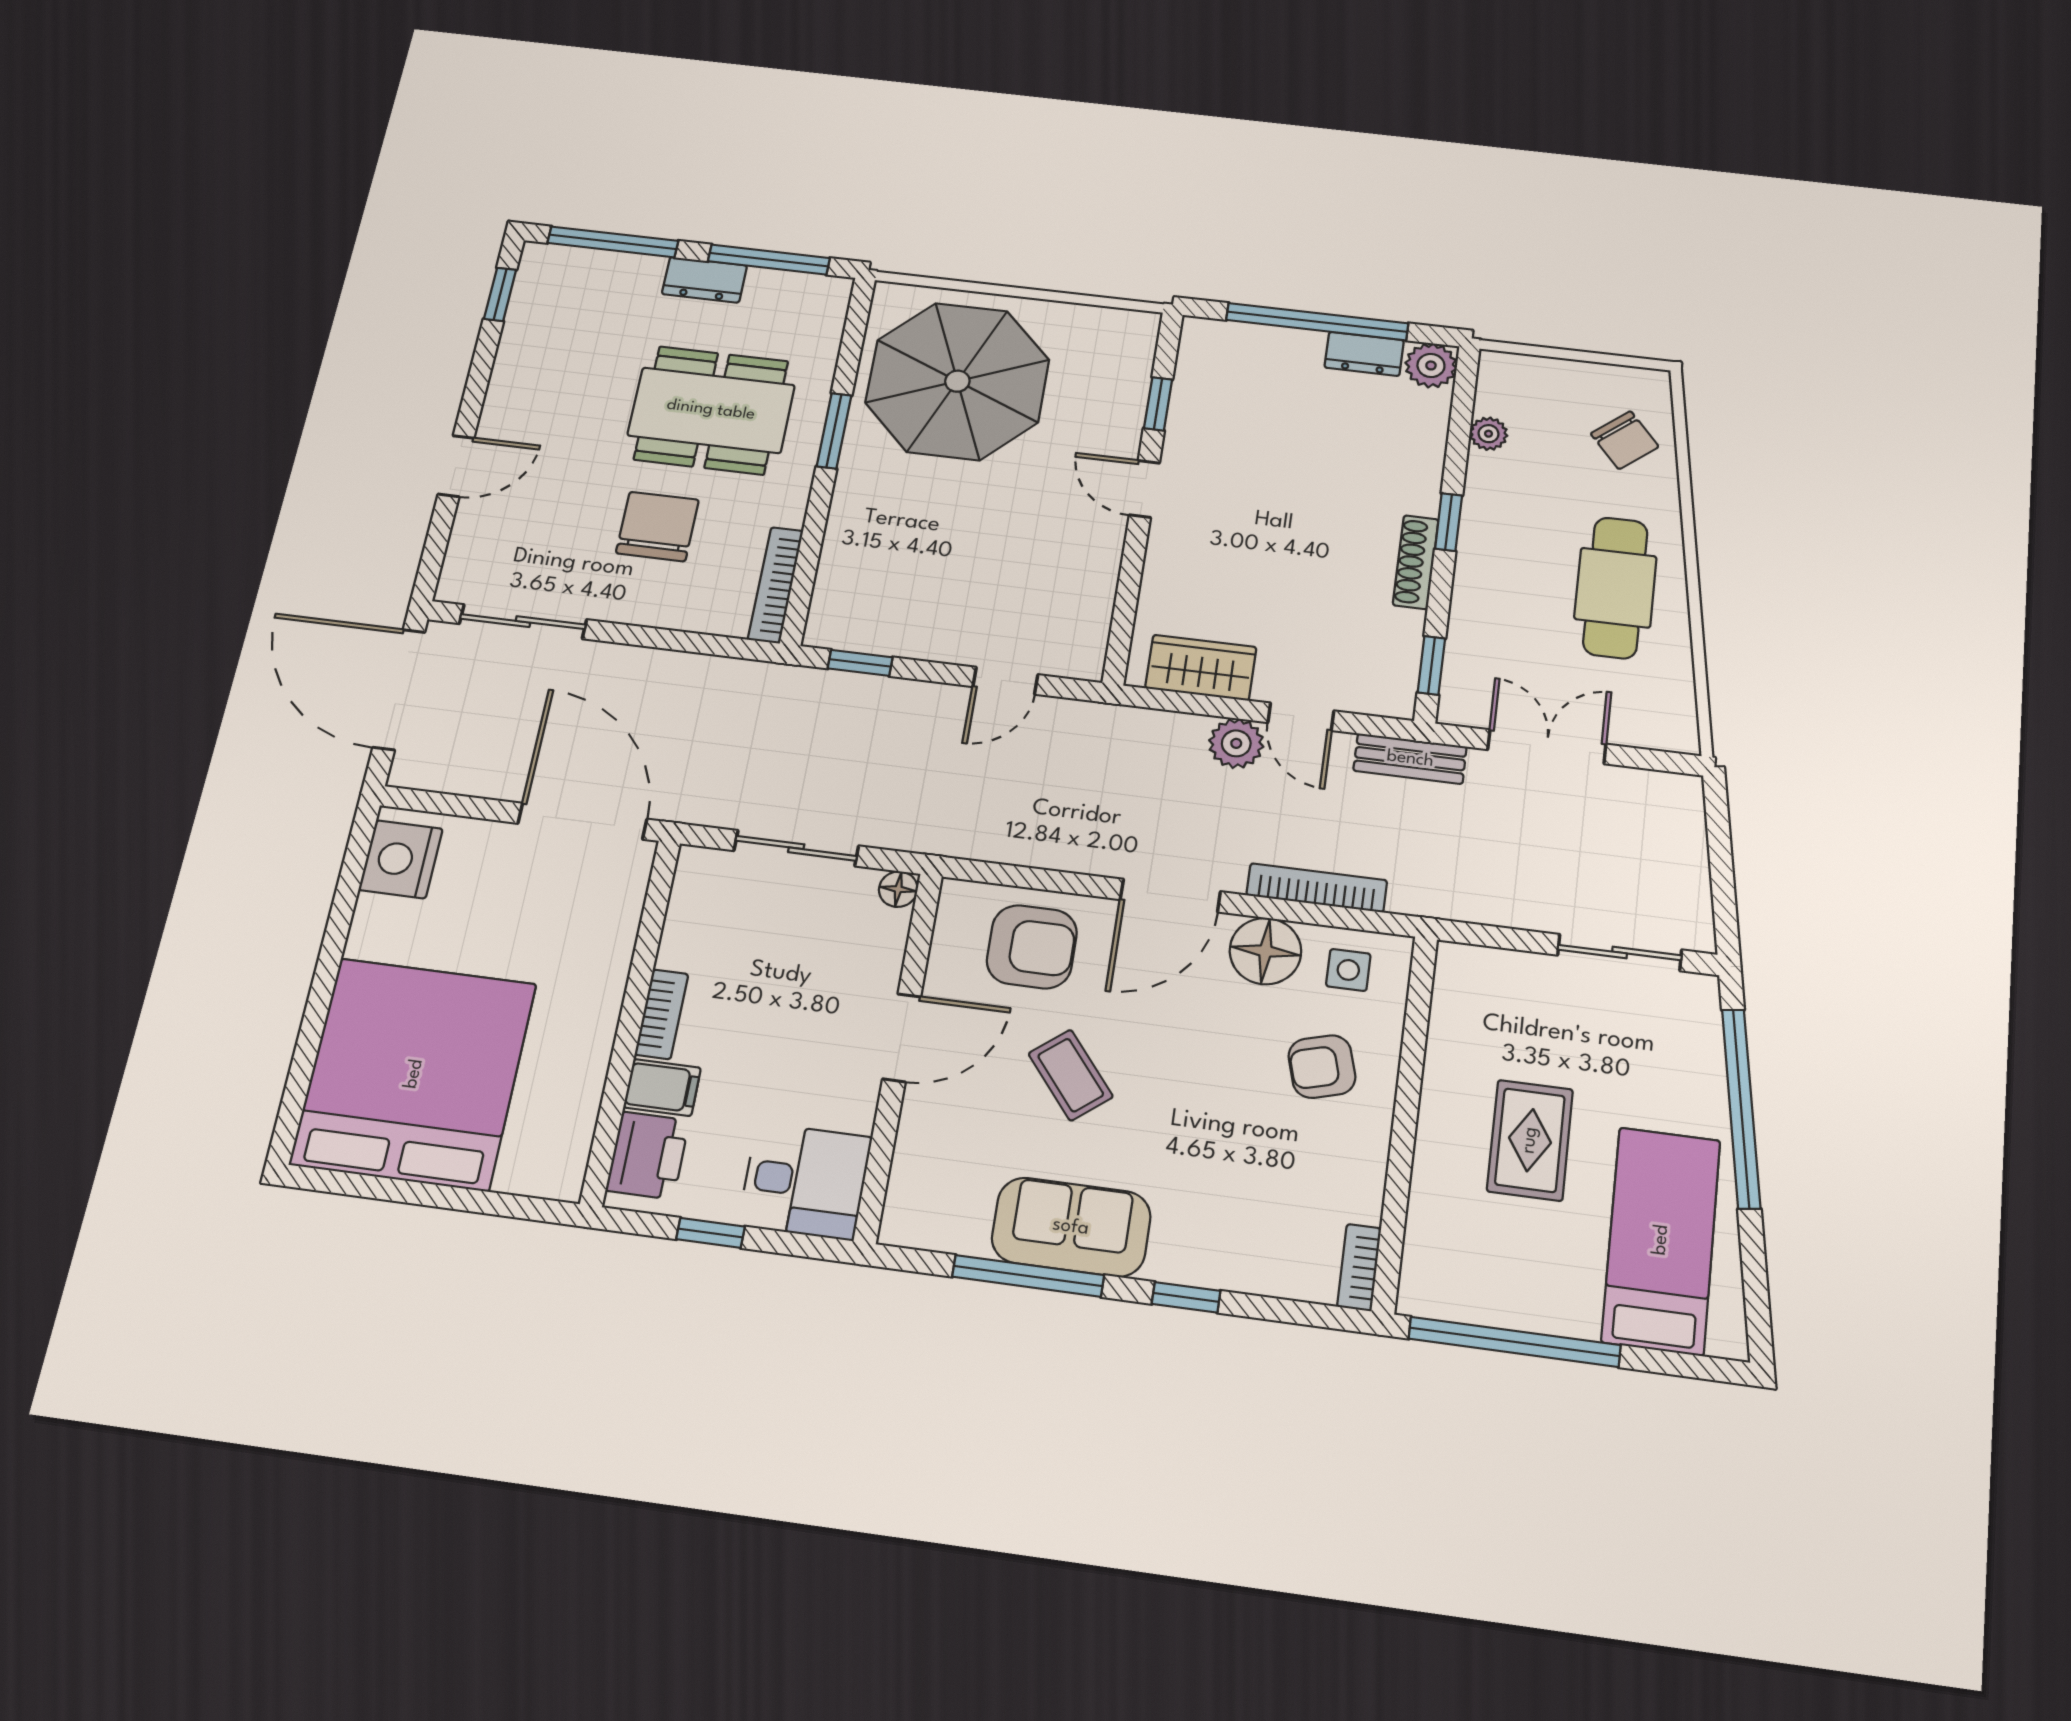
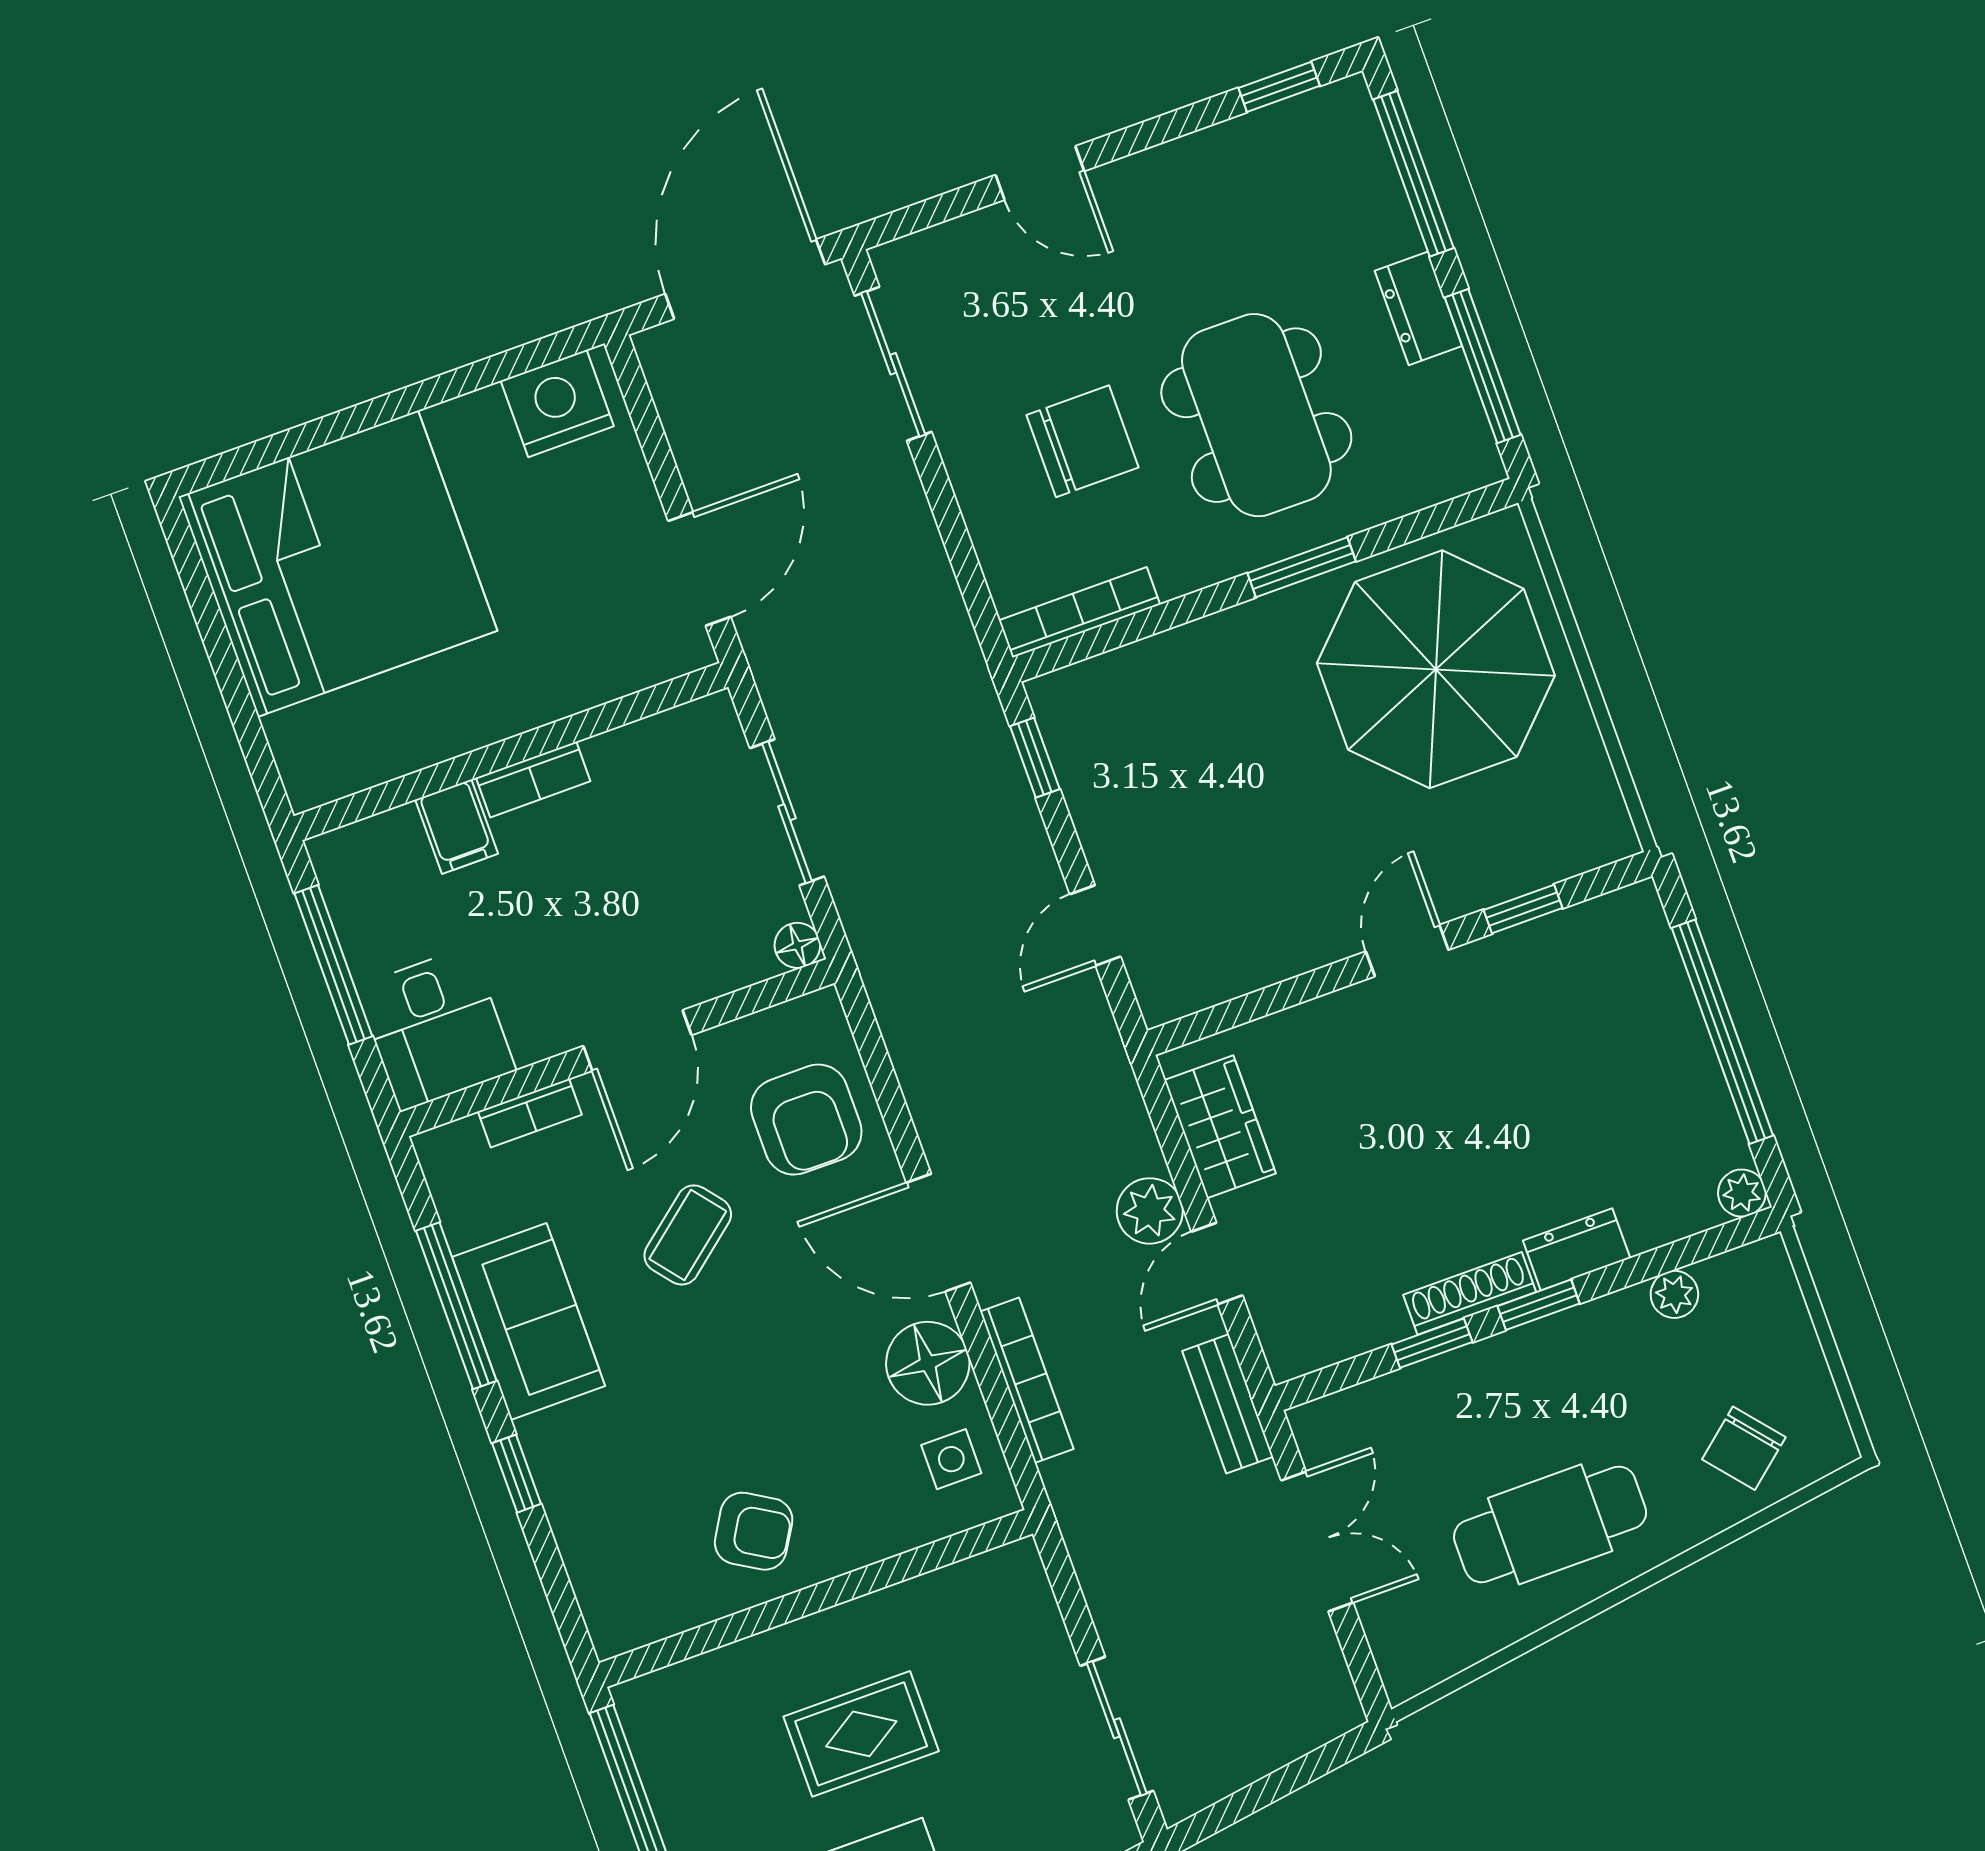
dresser: (1364, 354) -> (1577, 1249), moved, turned 90
plant: (1431, 365) -> (1742, 1193), width x0.73, depth x0.73
window: (1431, 665) -> (1432, 1343), moved
door: (1005, 681) -> (1095, 925), hinge flipped
door: (582, 821) -> (699, 569), width x0.73
door: (902, 1038) -> (637, 1040), hinge flipped
armchair: (1322, 1067) -> (754, 1531), moved, turned 137
printer: (648, 1155) -> (379, 854), removed
window: (710, 1233) -> (333, 965), width x2.17
bookcase: (1359, 1267) -> (530, 1113), moved, turned 180

